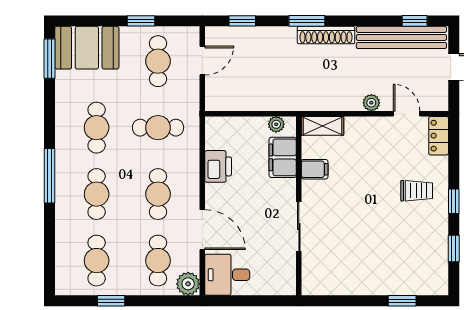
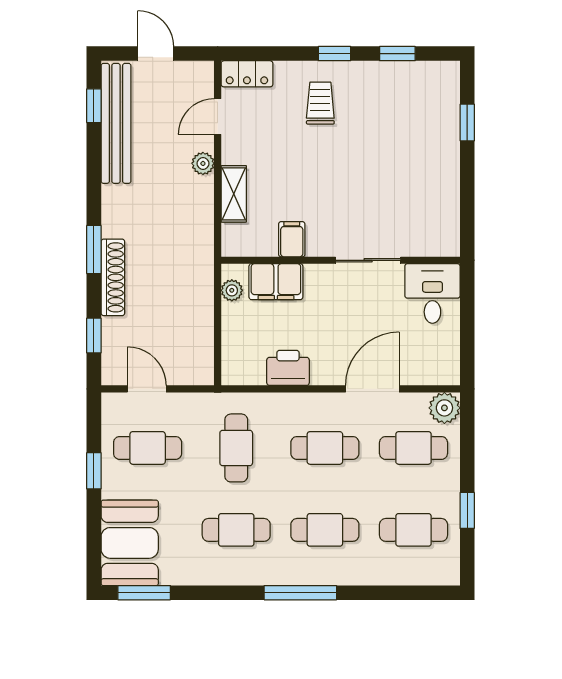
shoe rack: (326, 35) -> (113, 277), moved
shelving: (322, 126) -> (234, 194), moved
desk: (227, 275) -> (432, 293), moved, turned 180

